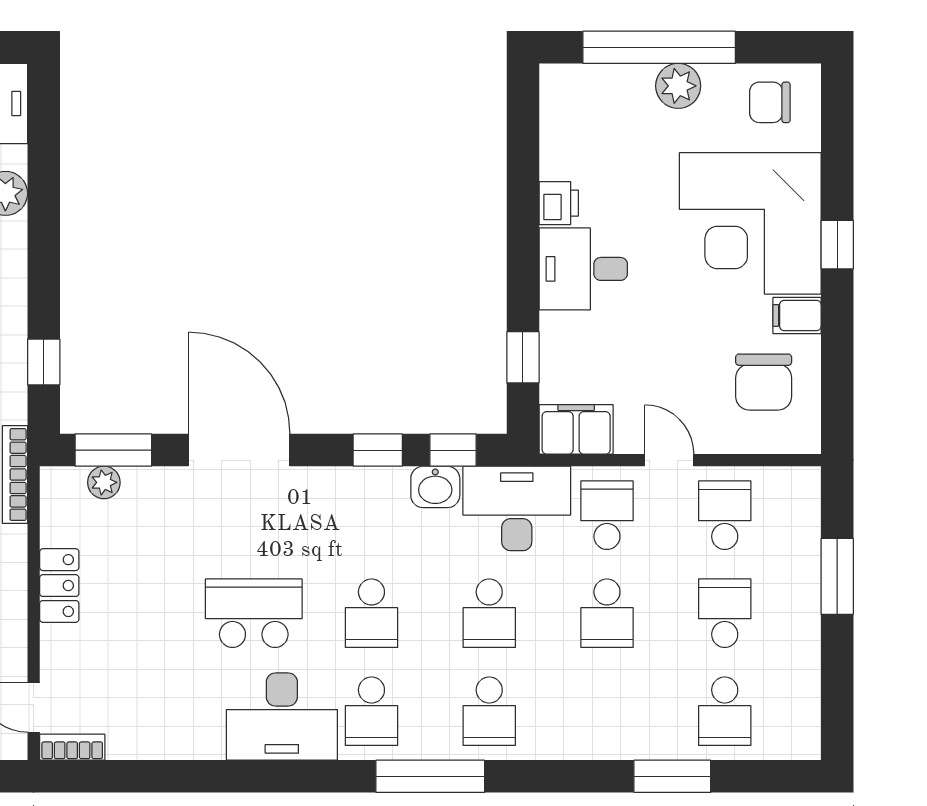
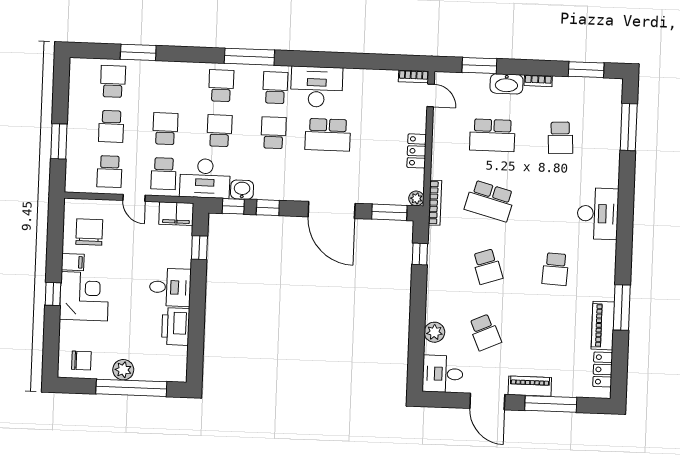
printer: (559, 203) -> (176, 326), width x1.87, depth x1.48
corner desk: (750, 223) -> (84, 296), width x0.74, depth x0.74
plant: (104, 482) -> (416, 198), moved

